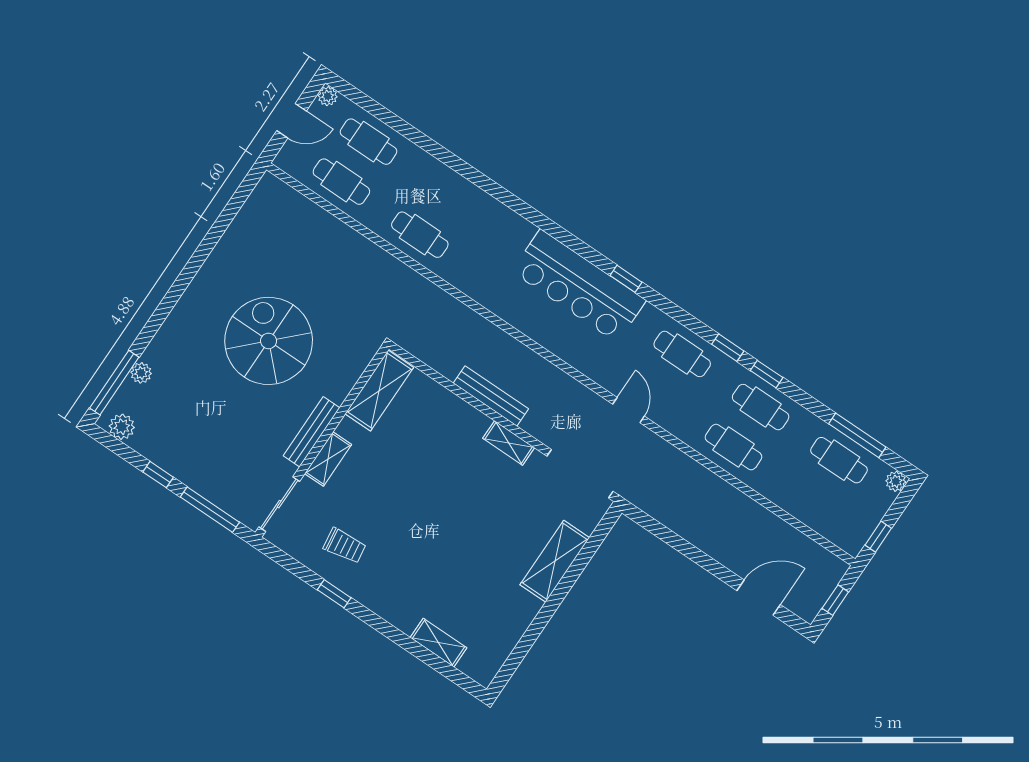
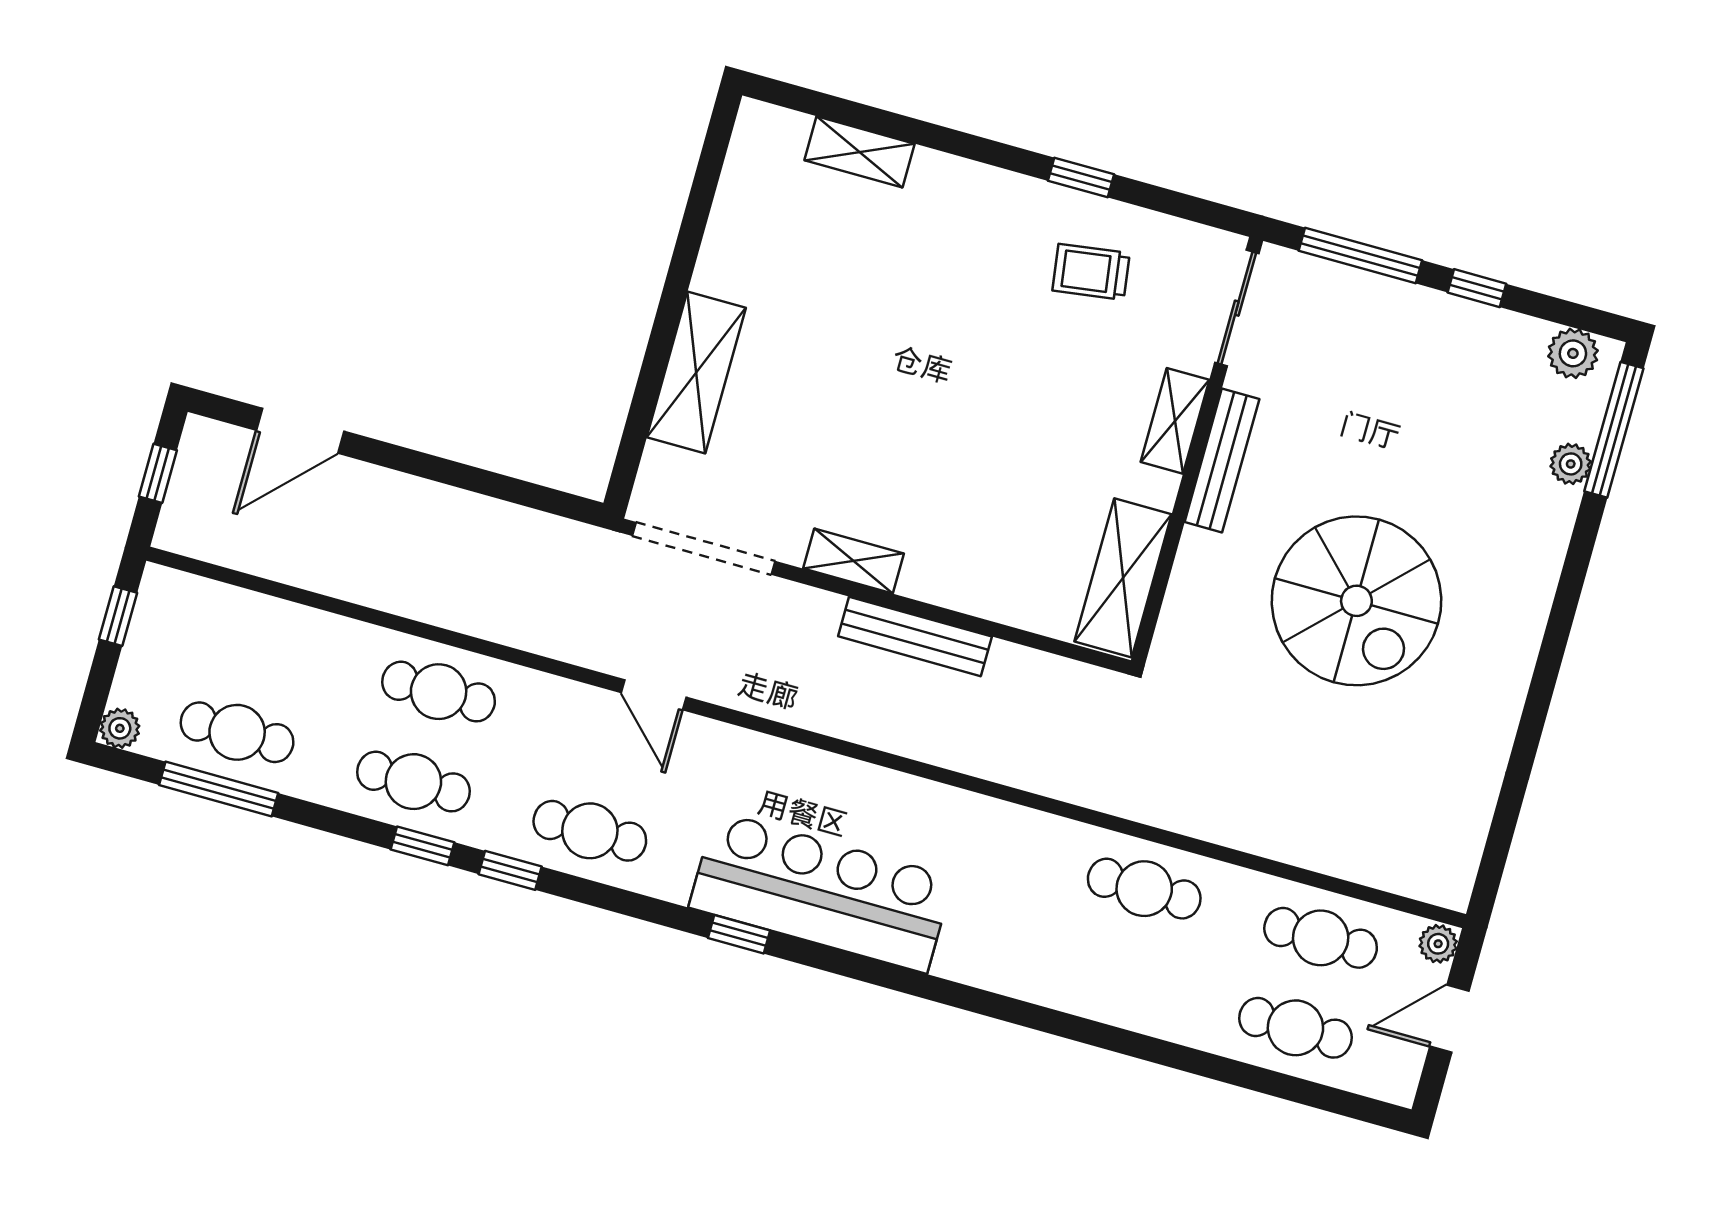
plant: (328, 96) -> (1438, 944), moved

